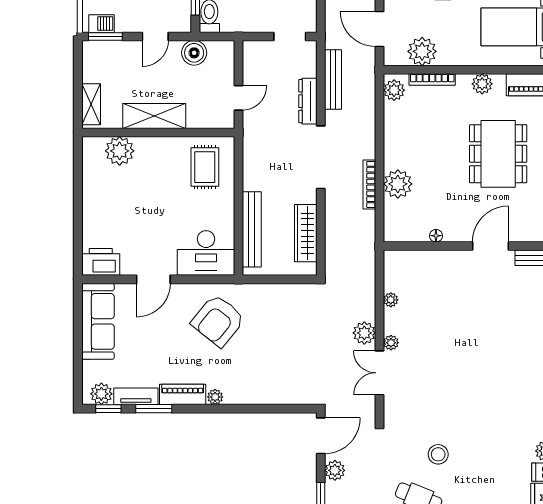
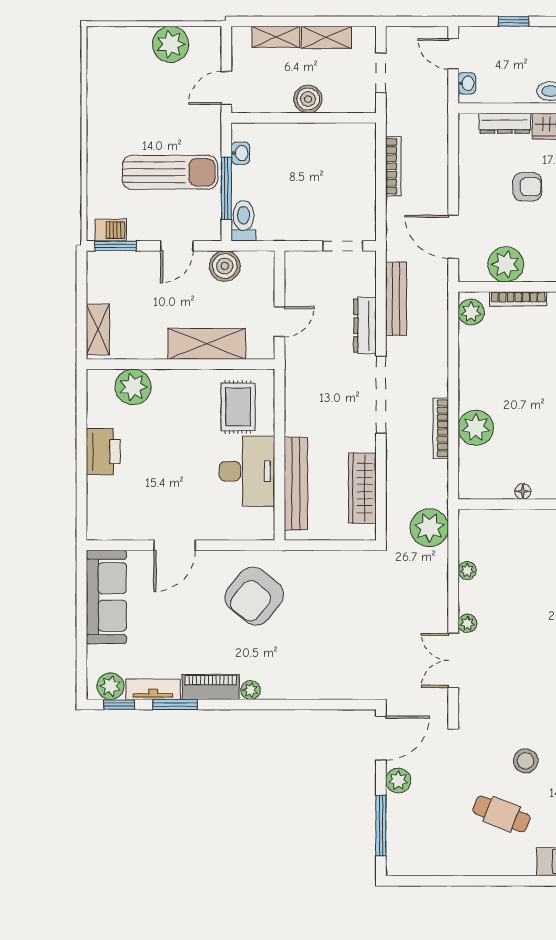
shelving: (154, 116) -> (207, 344), moved
desk: (206, 253) -> (247, 471), moved, turned -90
printer: (101, 262) -> (103, 452), moved, turned 90
plant: (364, 333) -> (429, 528), moved, width x1.36, depth x1.36

